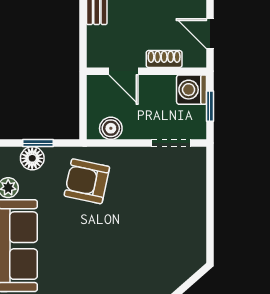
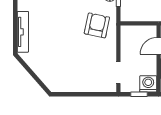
boiler: (111, 128) -> (127, 39), removed

